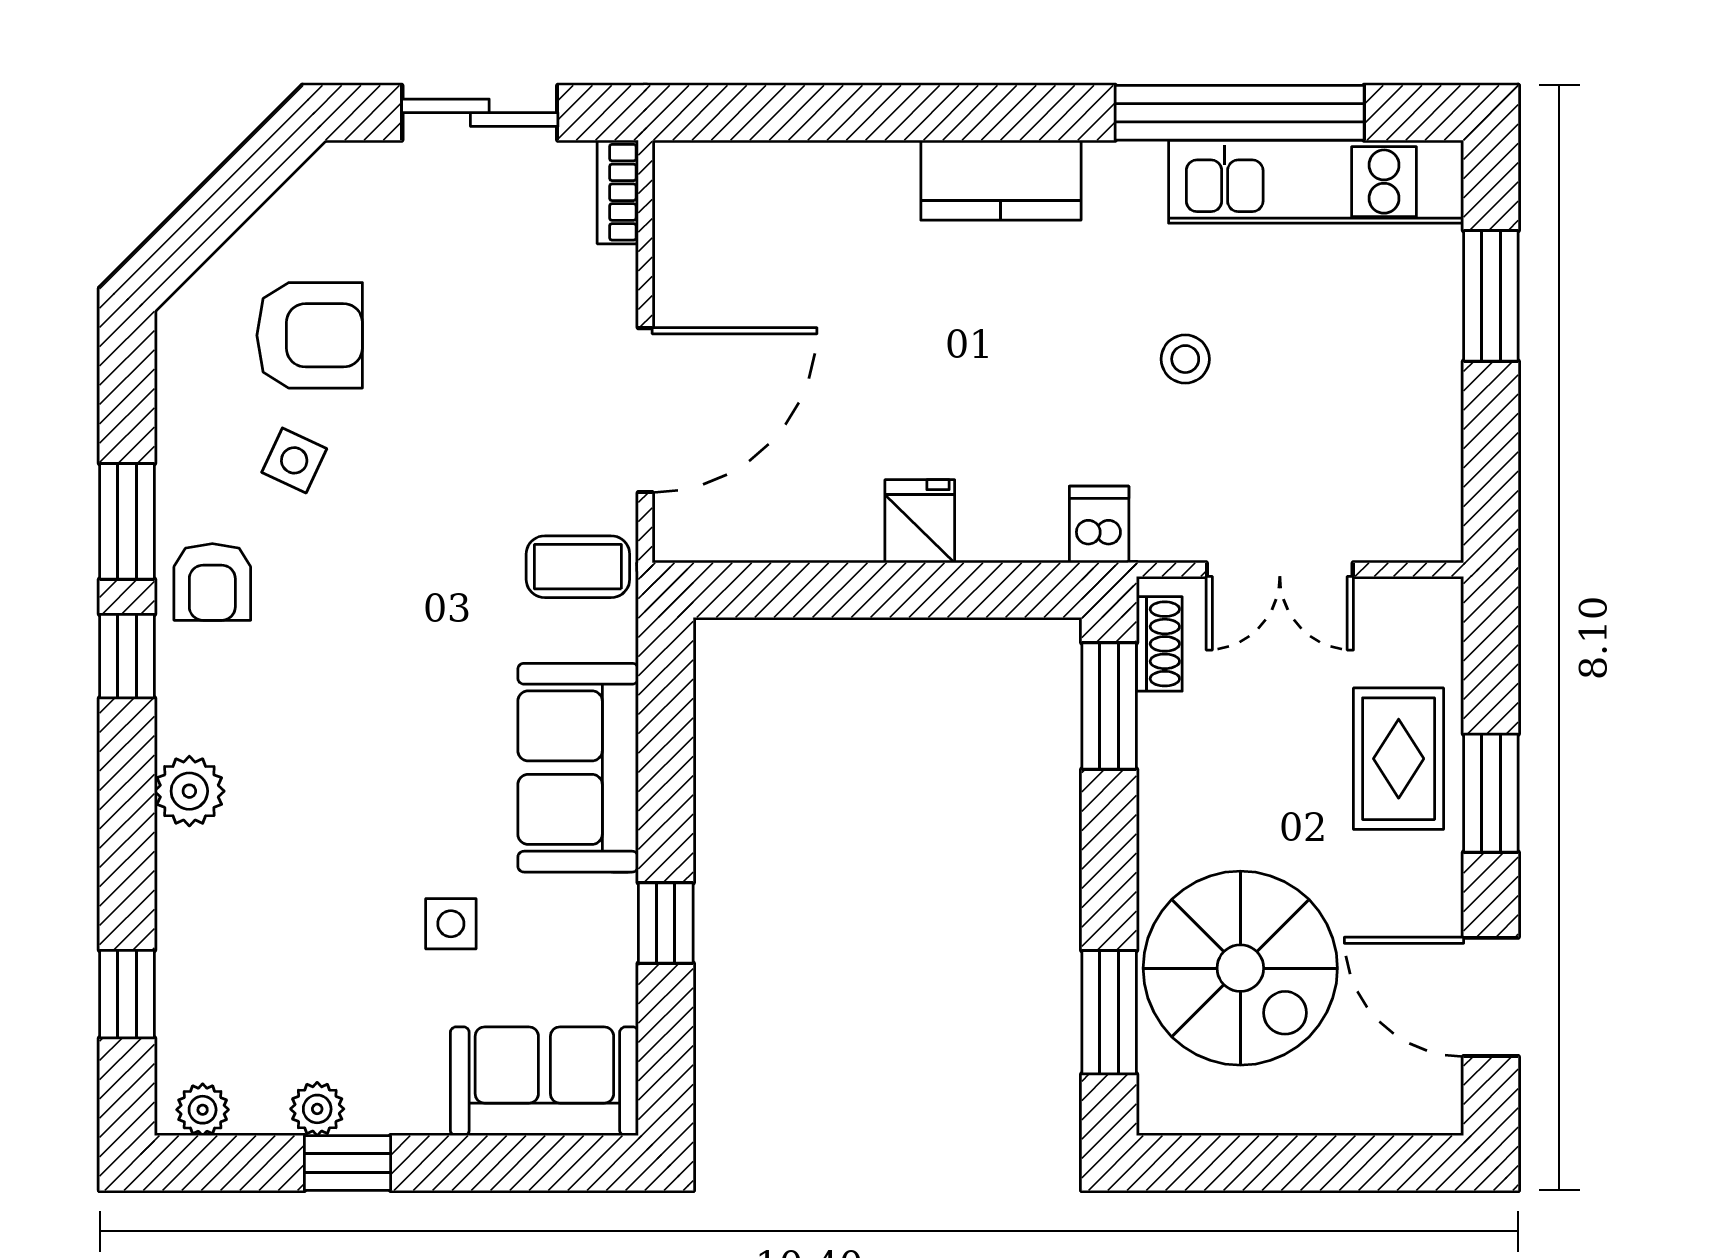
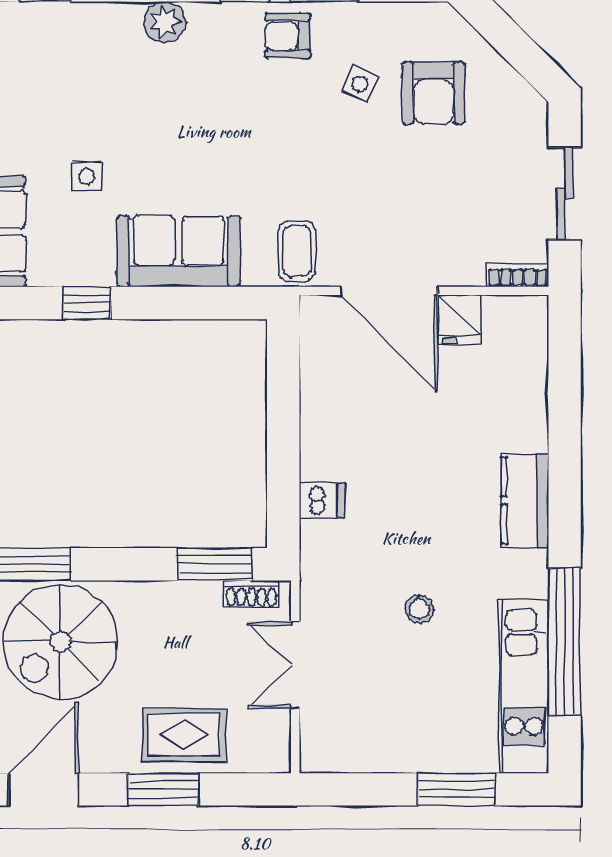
fridge: (920, 521) -> (460, 319), moved, turned 90
dishwasher: (1099, 524) -> (322, 501), moved

